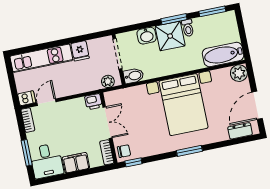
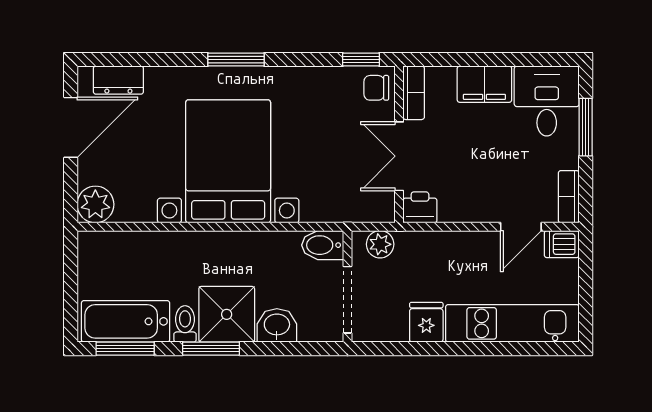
bathtub: (223, 54) -> (126, 321), moved, turned 180

